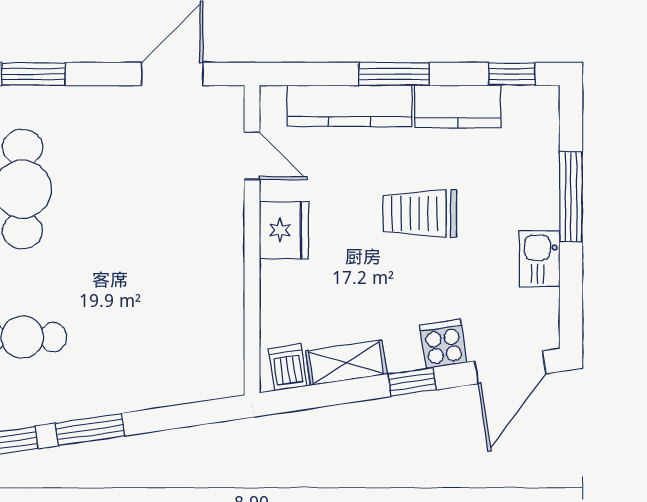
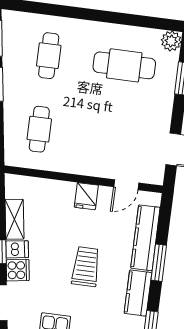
fridge: (284, 230) -> (86, 196), width x0.72
cafe table: (166, 337) -> (39, 129), added
dishwasher: (288, 367) -> (17, 249), moved

